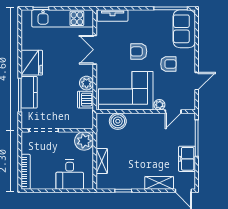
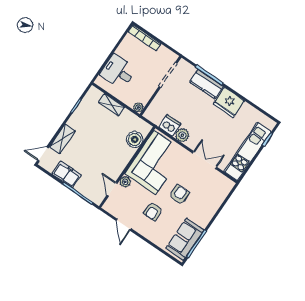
tv unit: (113, 16) -> (222, 193), removed
sofa: (184, 29) -> (185, 239), moved, turned -90
plant: (84, 141) -> (138, 107), width x0.53, depth x0.53

